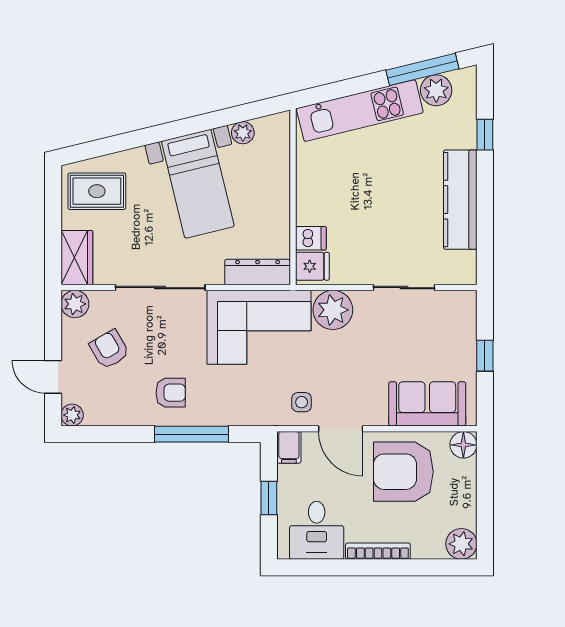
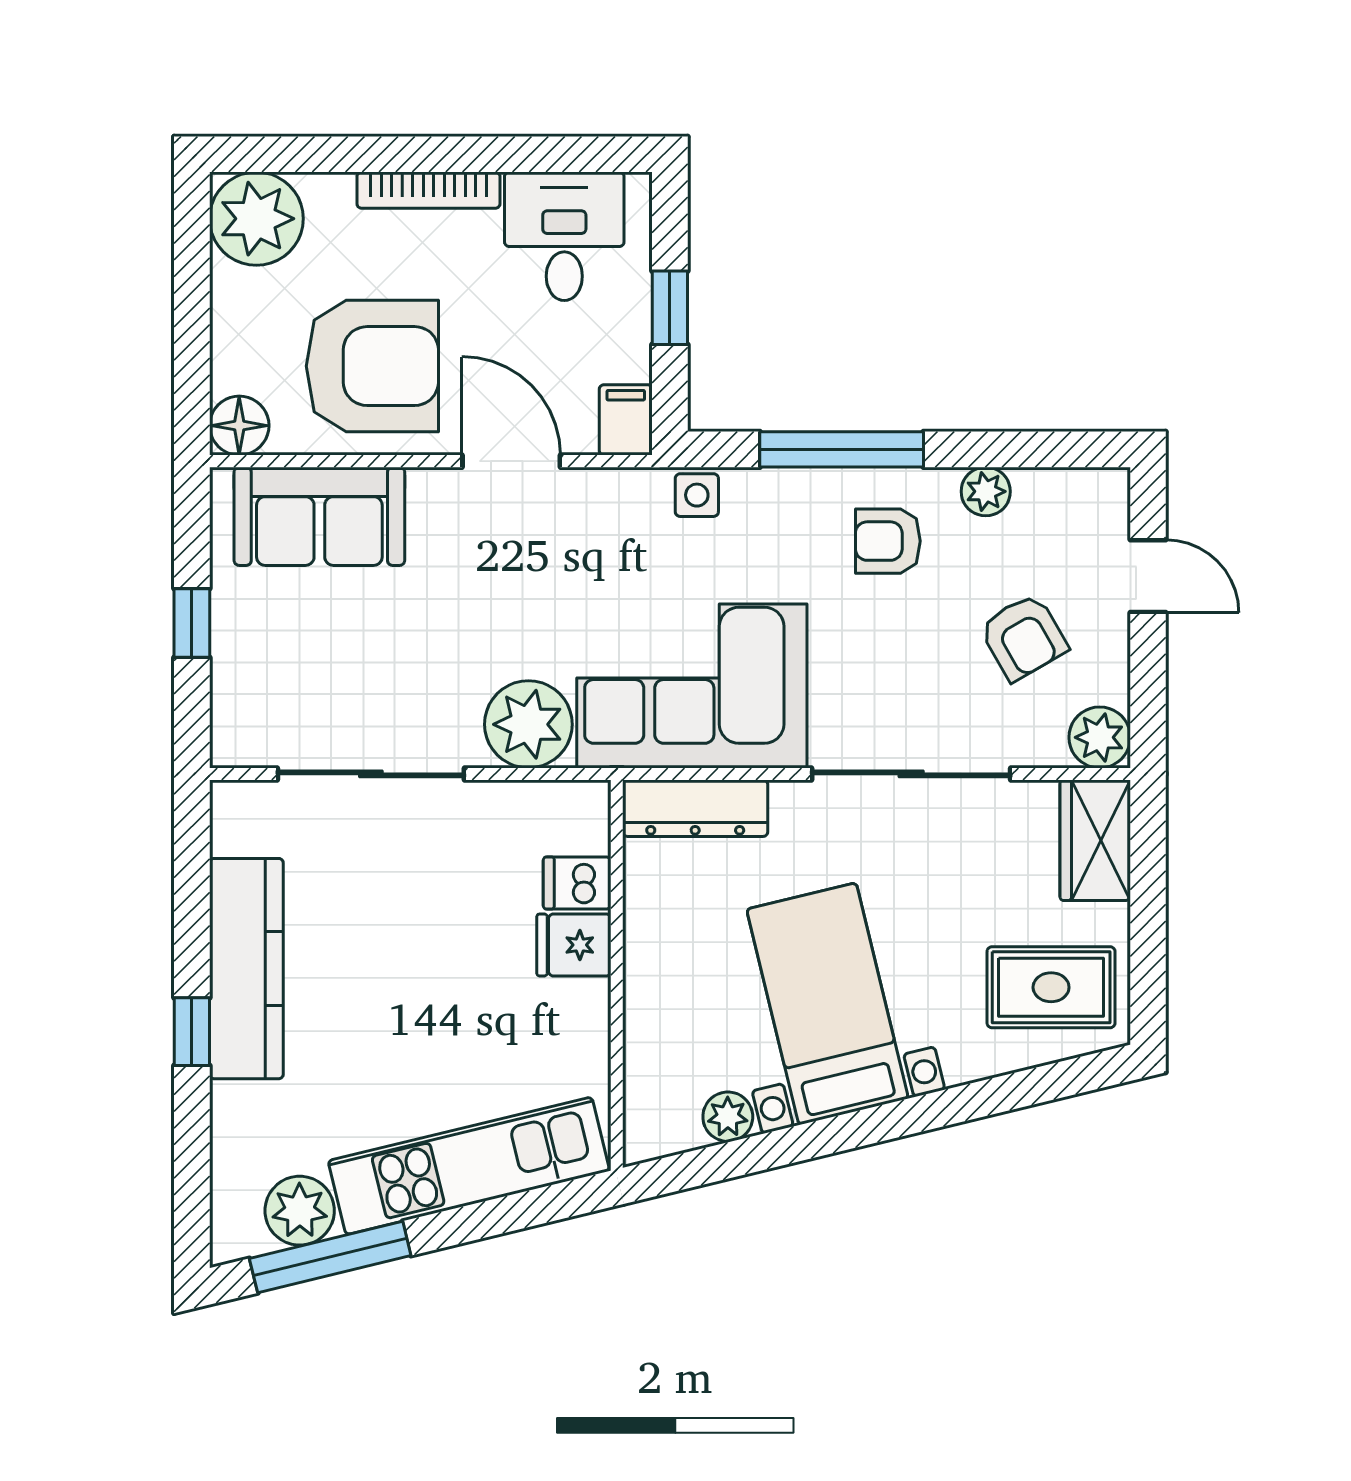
window: (485, 135) -> (192, 1032), moved
fridge: (312, 266) -> (574, 945), moved
sliding door: (404, 288) -> (371, 774), width x1.37
side table: (302, 402) -> (697, 495), moved
plant: (72, 415) -> (986, 491), moved
plant: (461, 544) -> (256, 219), width x1.36, depth x1.36

